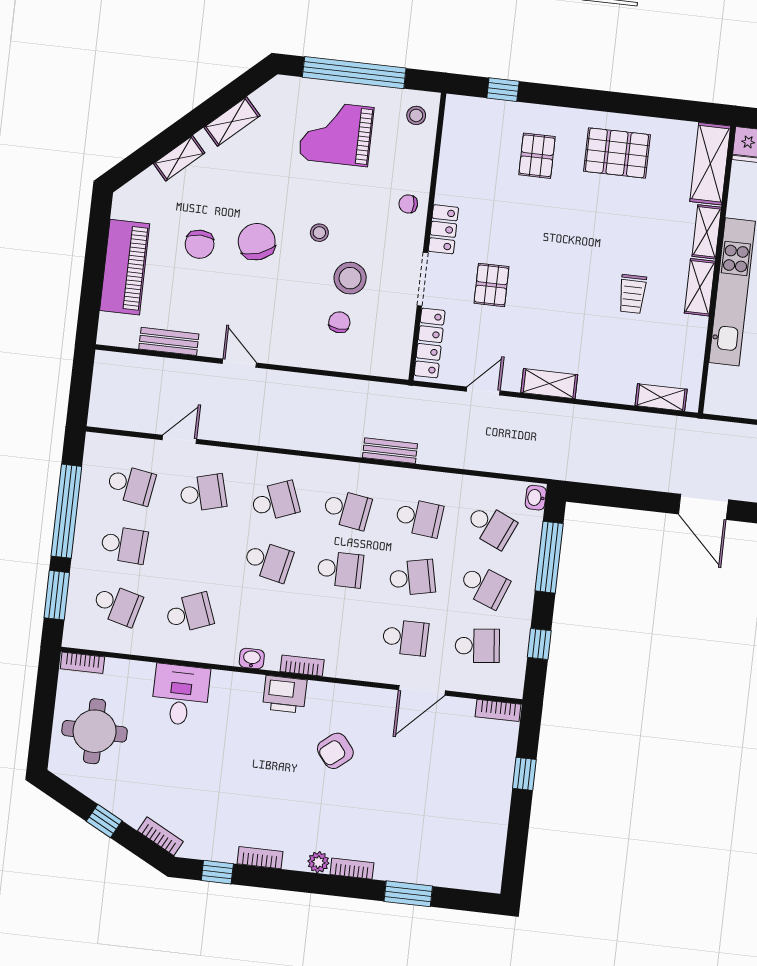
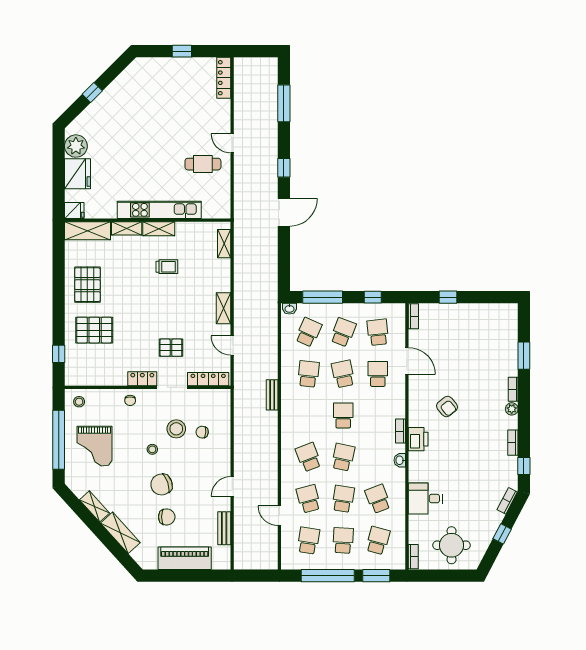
pallet: (537, 156) -> (94, 330), width x1.50, depth x1.42
shelving: (179, 158) -> (120, 533), width x1.50, depth x1.33
school desk: (347, 509) -> (343, 499), moved

